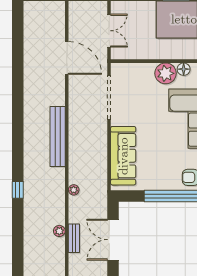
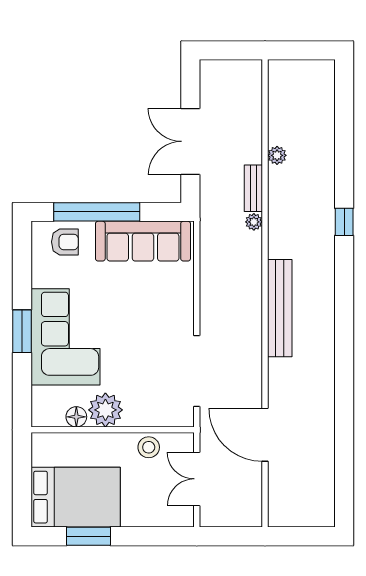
stool: (139, 50) -> (149, 447), added
sofa: (123, 156) -> (143, 241), moved, turned -90
bench: (74, 238) -> (253, 188), moved
double door: (113, 240) -> (190, 141), swing flipped

